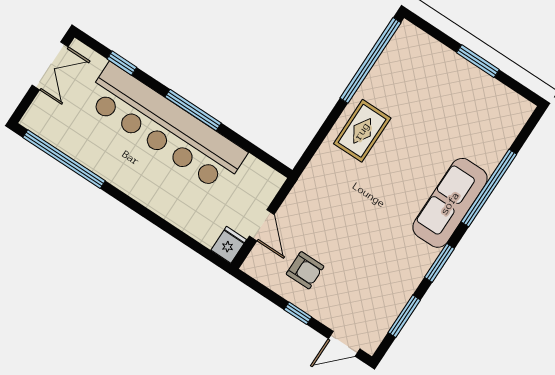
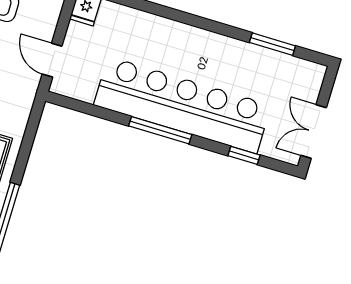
window: (64, 159) -> (272, 44), width x0.47
door: (262, 225) -> (52, 60), moved

